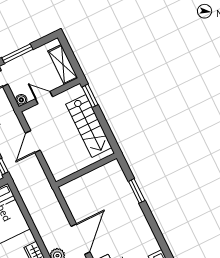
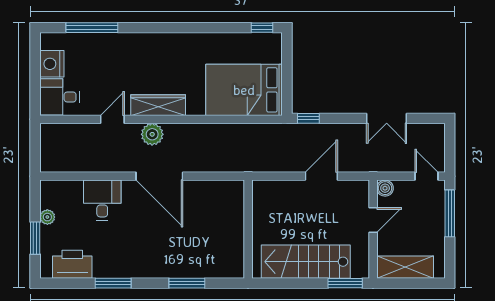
door: (33, 142) -> (321, 176), hinge flipped
window: (158, 235) -> (113, 283), added

